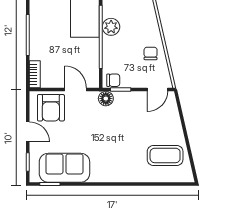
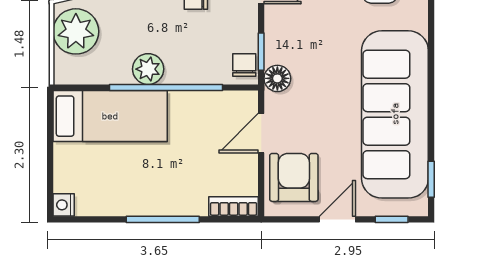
armchair: (51, 108) -> (294, 177), turned -90
sofa: (64, 168) -> (395, 114), width x1.85, depth x1.27

